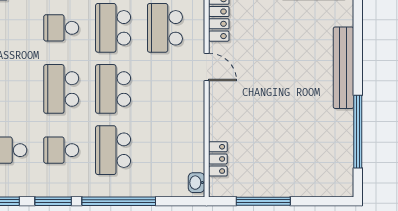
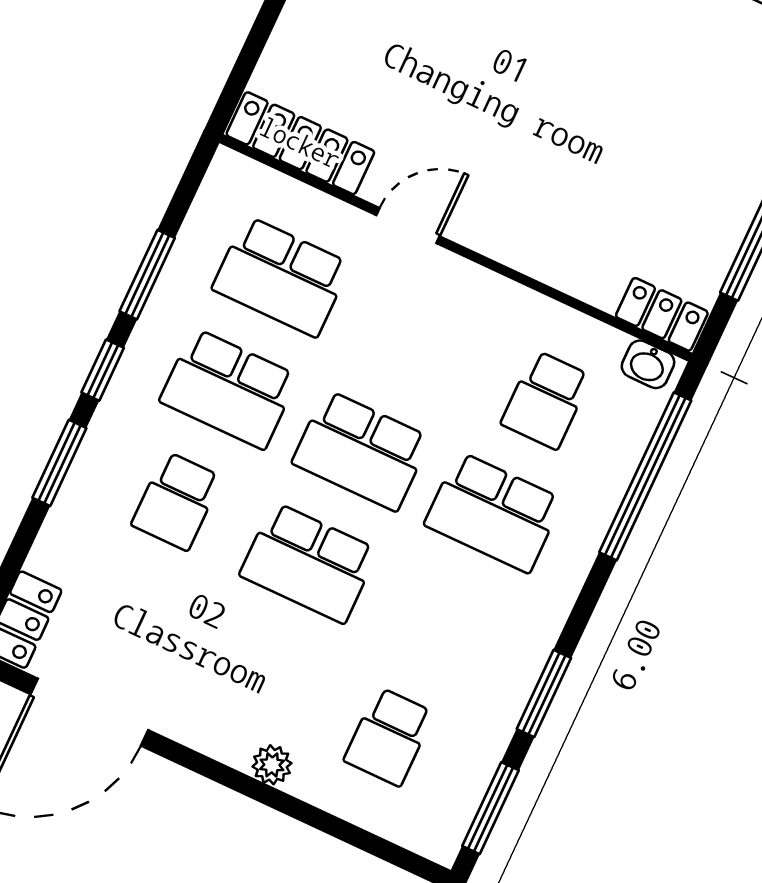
school desk: (61, 150) -> (546, 400), moved
locker: (218, 159) -> (662, 314), moved
window: (119, 201) -> (645, 476), moved

